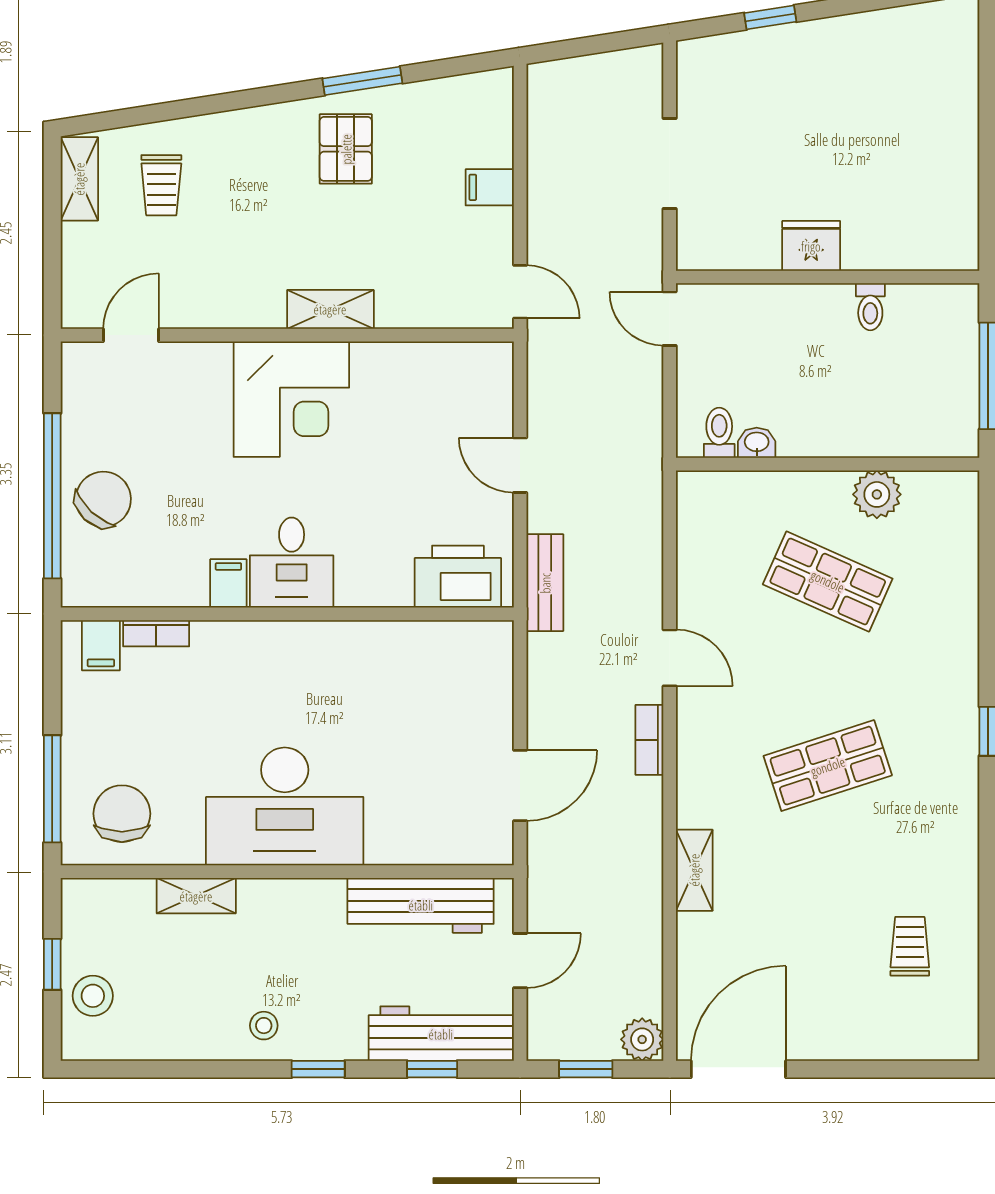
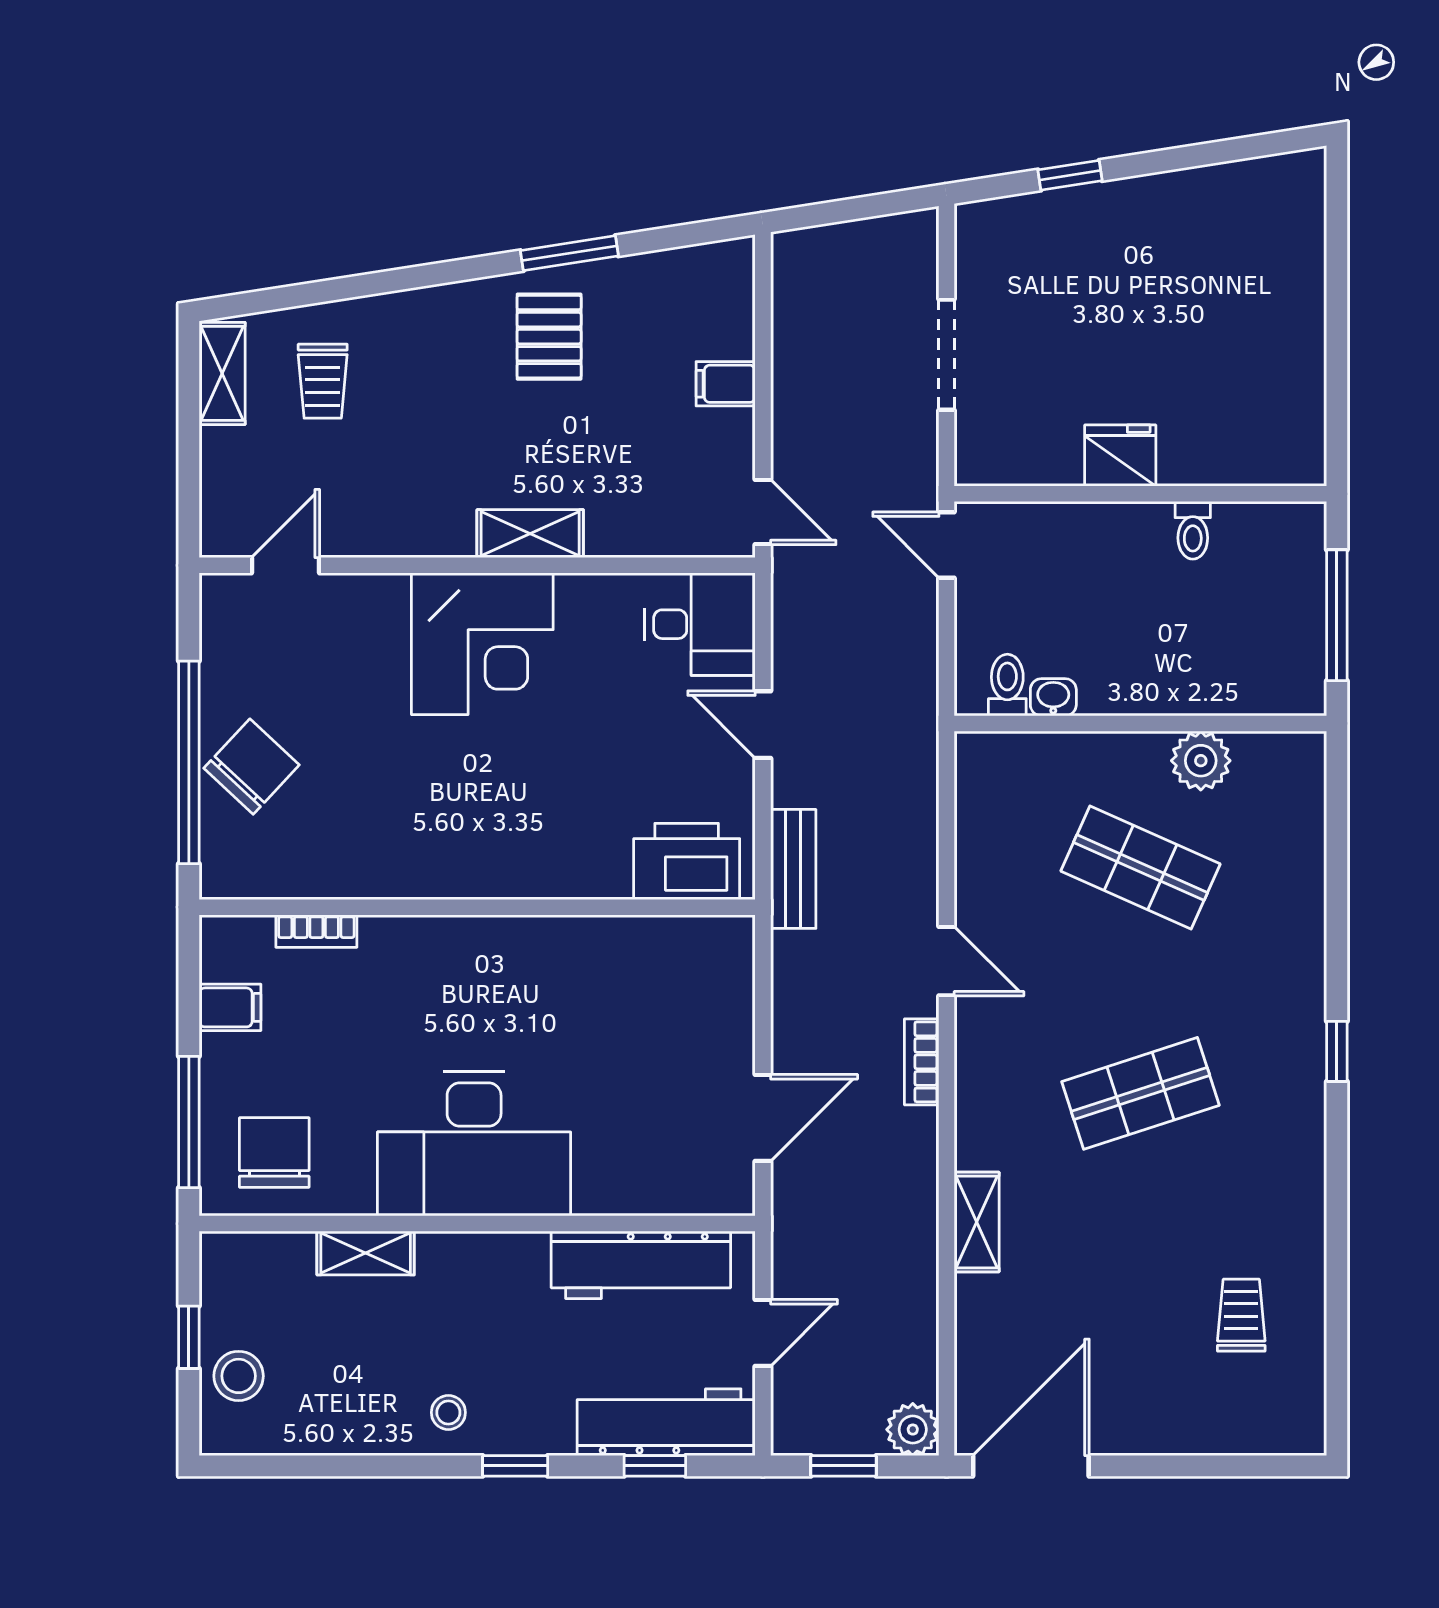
desk: (292, 563) -> (700, 624), moved, turned -90
filing cabinet: (228, 583) -> (405, 870), removed
filing cabinet: (101, 645) -> (230, 1007), moved, turned -90

